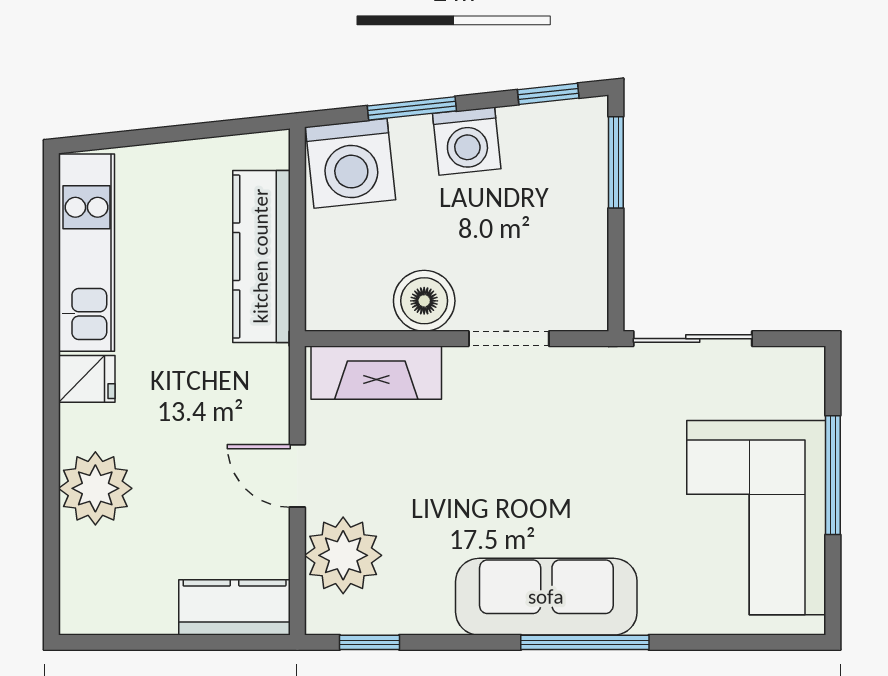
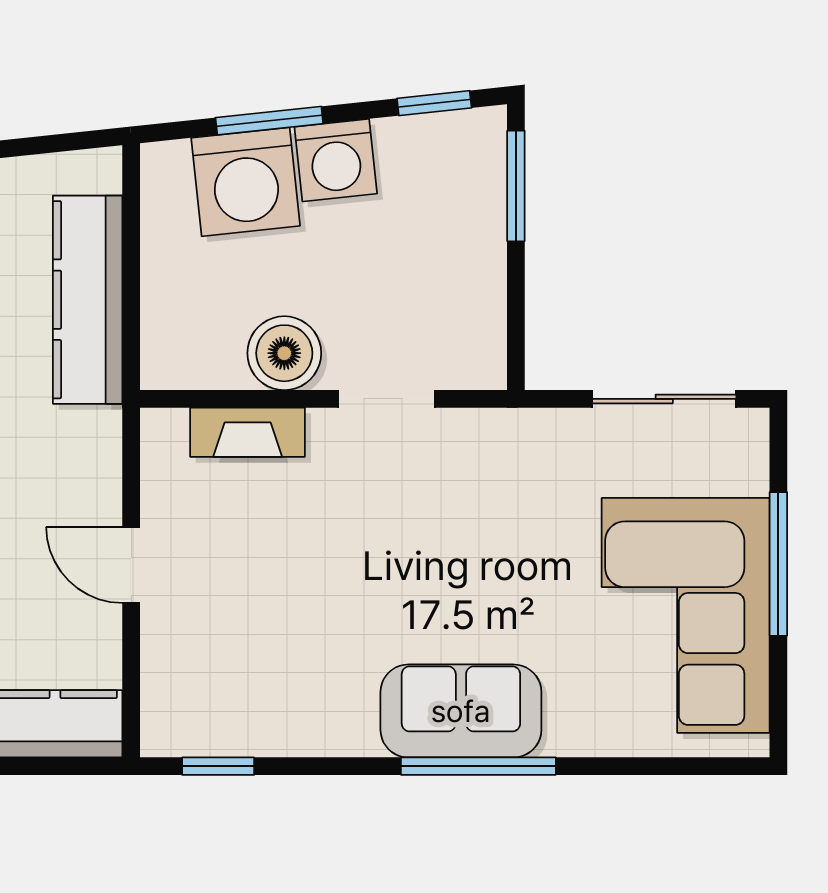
washing machine: (350, 163) -> (246, 182), moved
sliding door: (693, 339) -> (664, 399), moved
fireplace: (376, 373) -> (248, 432), width x0.73, depth x0.76
plant: (343, 555) -> (186, 661), removed
sofa: (546, 597) -> (461, 711), width x0.73

